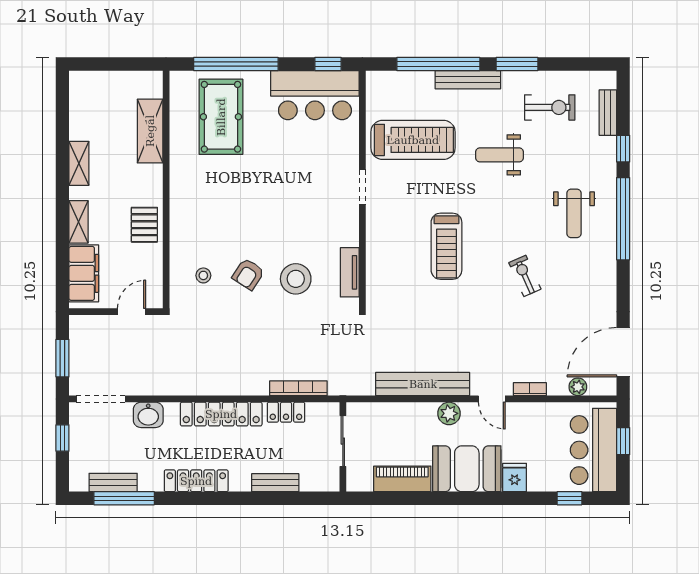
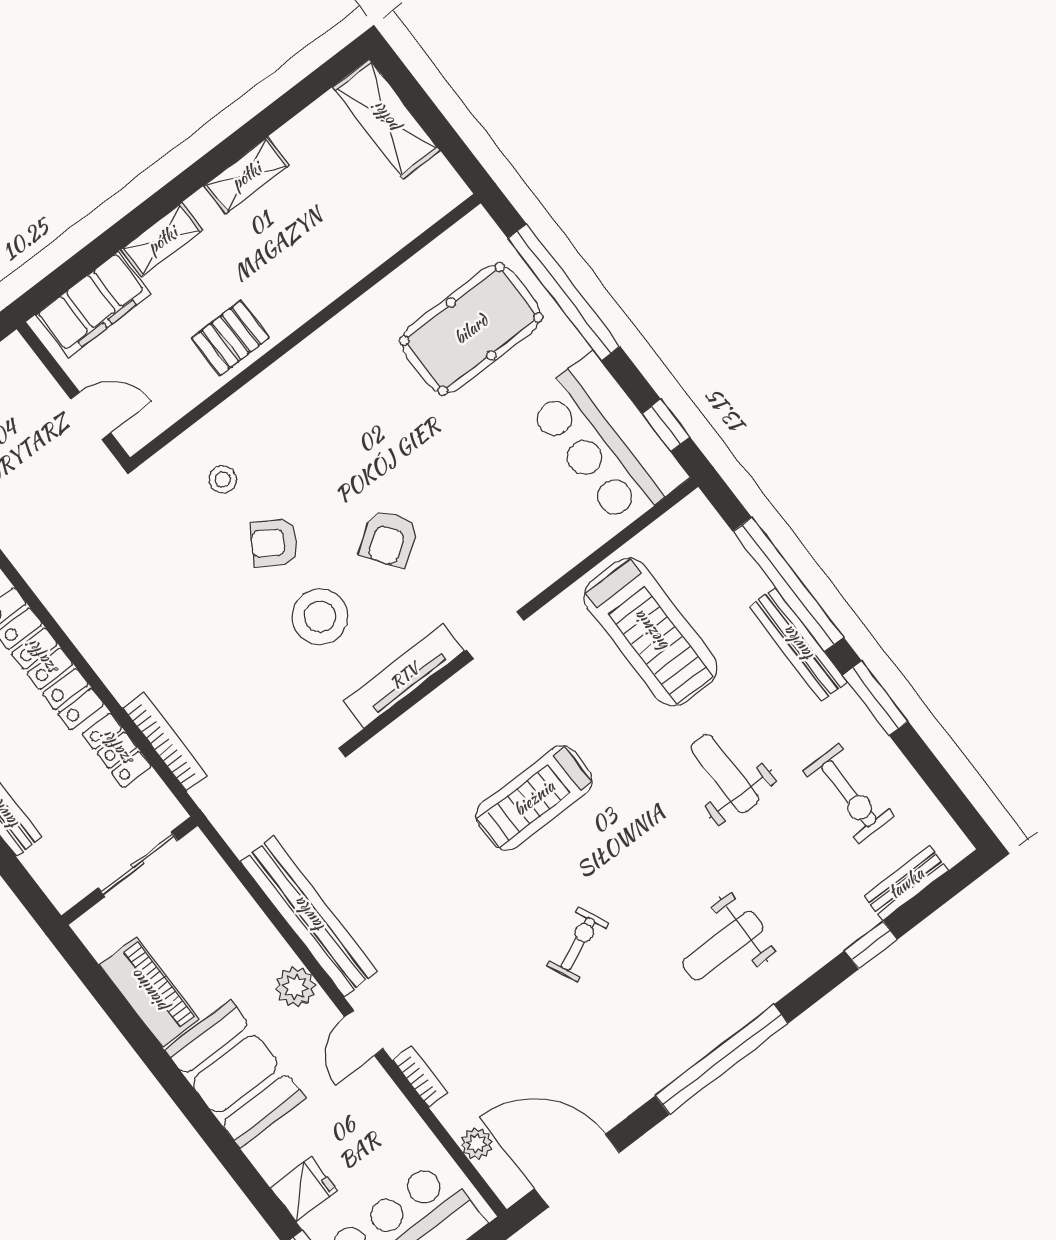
shelving: (150, 131) -> (386, 119), moved, turned 90
doorway: (362, 187) -> (495, 635), moved
window: (623, 219) -> (722, 1059), moved
armchair: (285, 223) -> (388, 539), added
tv unit: (350, 272) -> (404, 676), width x1.41
fridge: (515, 478) -> (304, 1189), moved

